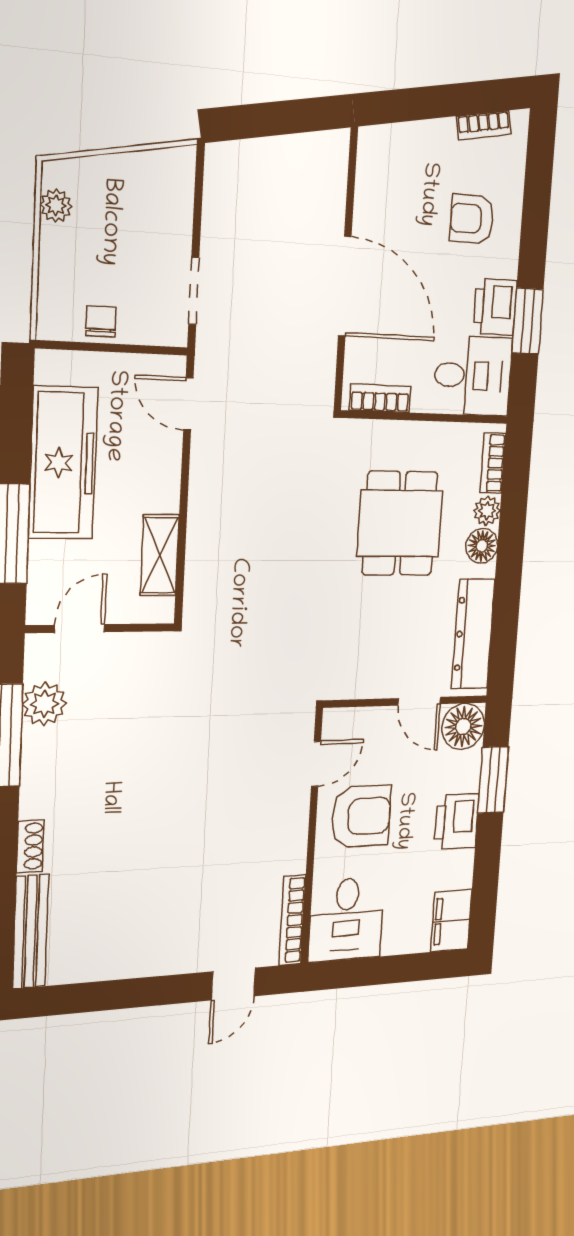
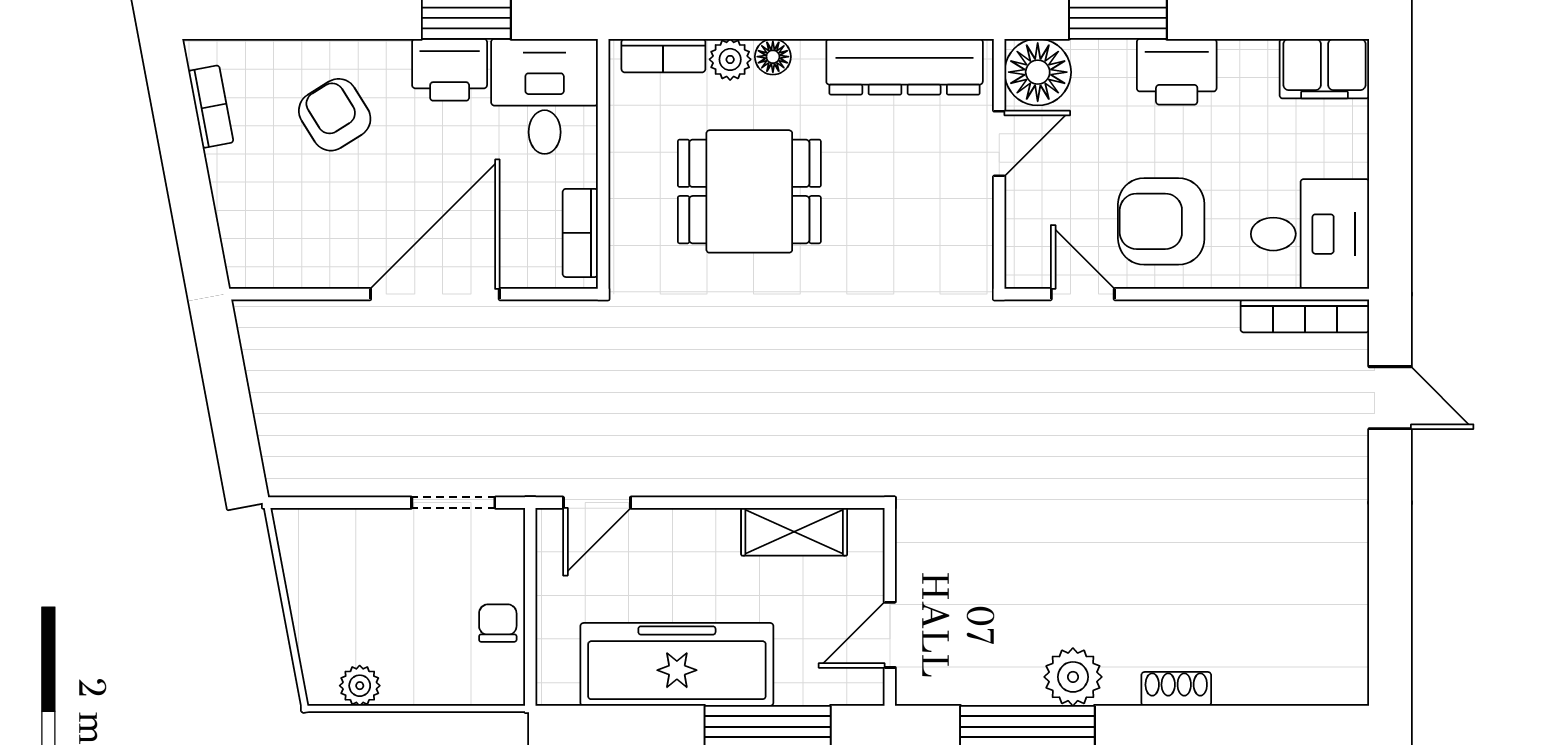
armchair: (472, 219) -> (335, 115), turned 148
chair: (101, 321) -> (498, 623), turned 90
floor lamp: (482, 546) -> (773, 57), width x0.73, depth x0.73
door: (79, 629) -> (890, 635), hinge flipped
plant: (44, 704) -> (1073, 677), moved
armchair: (361, 816) -> (1161, 221), turned -90
bench: (31, 932) -> (1292, 684), removed

